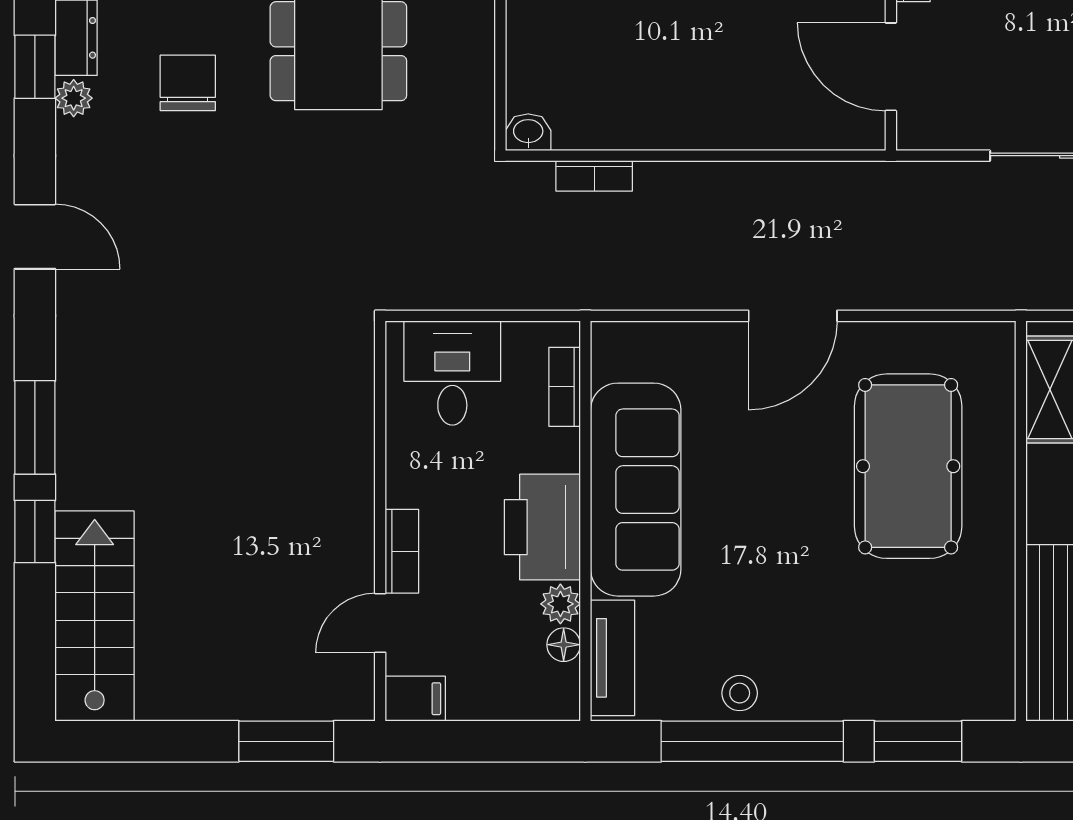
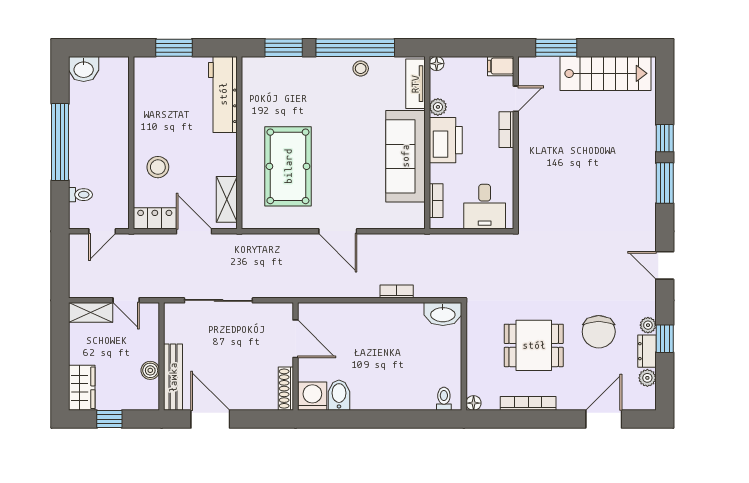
chair: (188, 83) -> (599, 332), width x1.37, depth x1.37
washbasin: (528, 132) -> (443, 314), width x1.91, depth x1.45
bookcase: (594, 176) -> (397, 292), moved
door: (793, 316) -> (338, 231), swing flipped
stairs: (95, 616) -> (605, 73), moved, turned -90
floor lamp: (564, 645) -> (437, 64), moved

